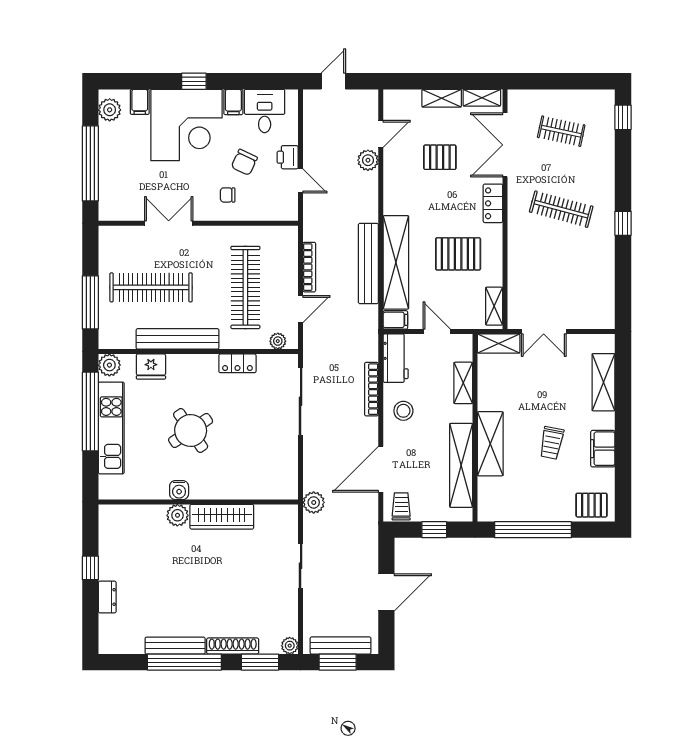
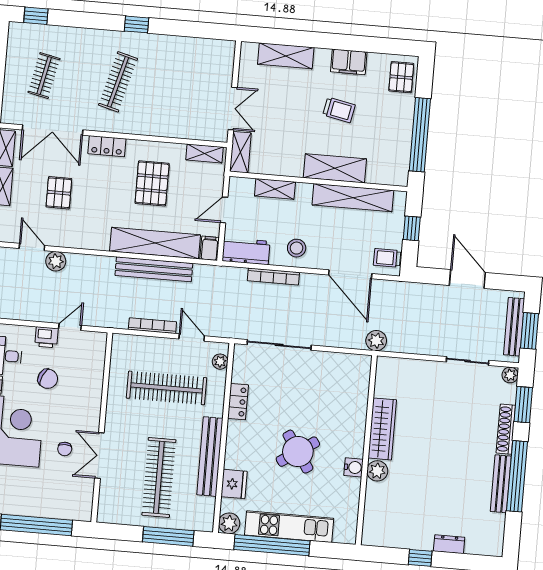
chair: (228, 195) -> (65, 449), moved
sliding door: (301, 566) -> (468, 361), moved

